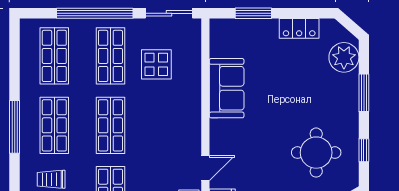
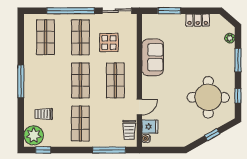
plant: (344, 57) -> (230, 38), width x0.53, depth x0.53
shop shelf: (54, 125) -> (115, 80), moved
round table: (316, 153) -> (208, 97), width x1.36, depth x1.36

